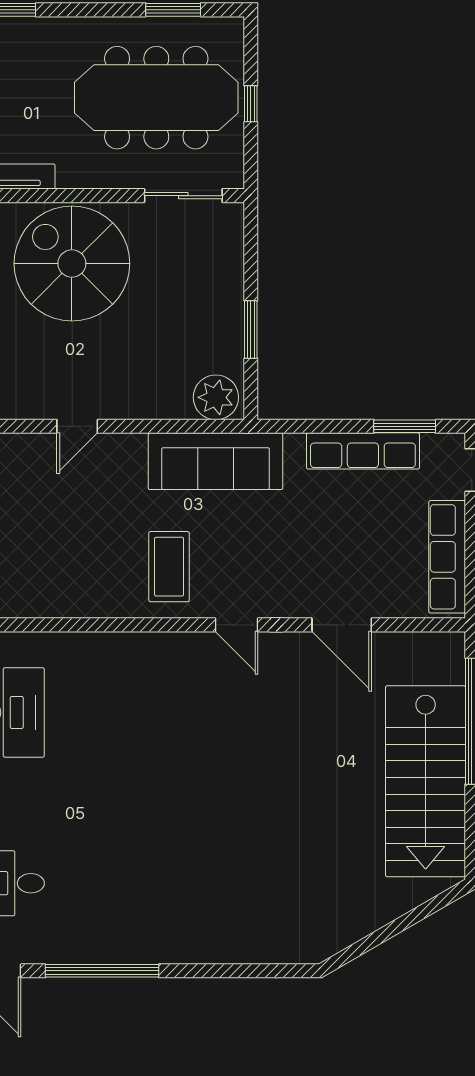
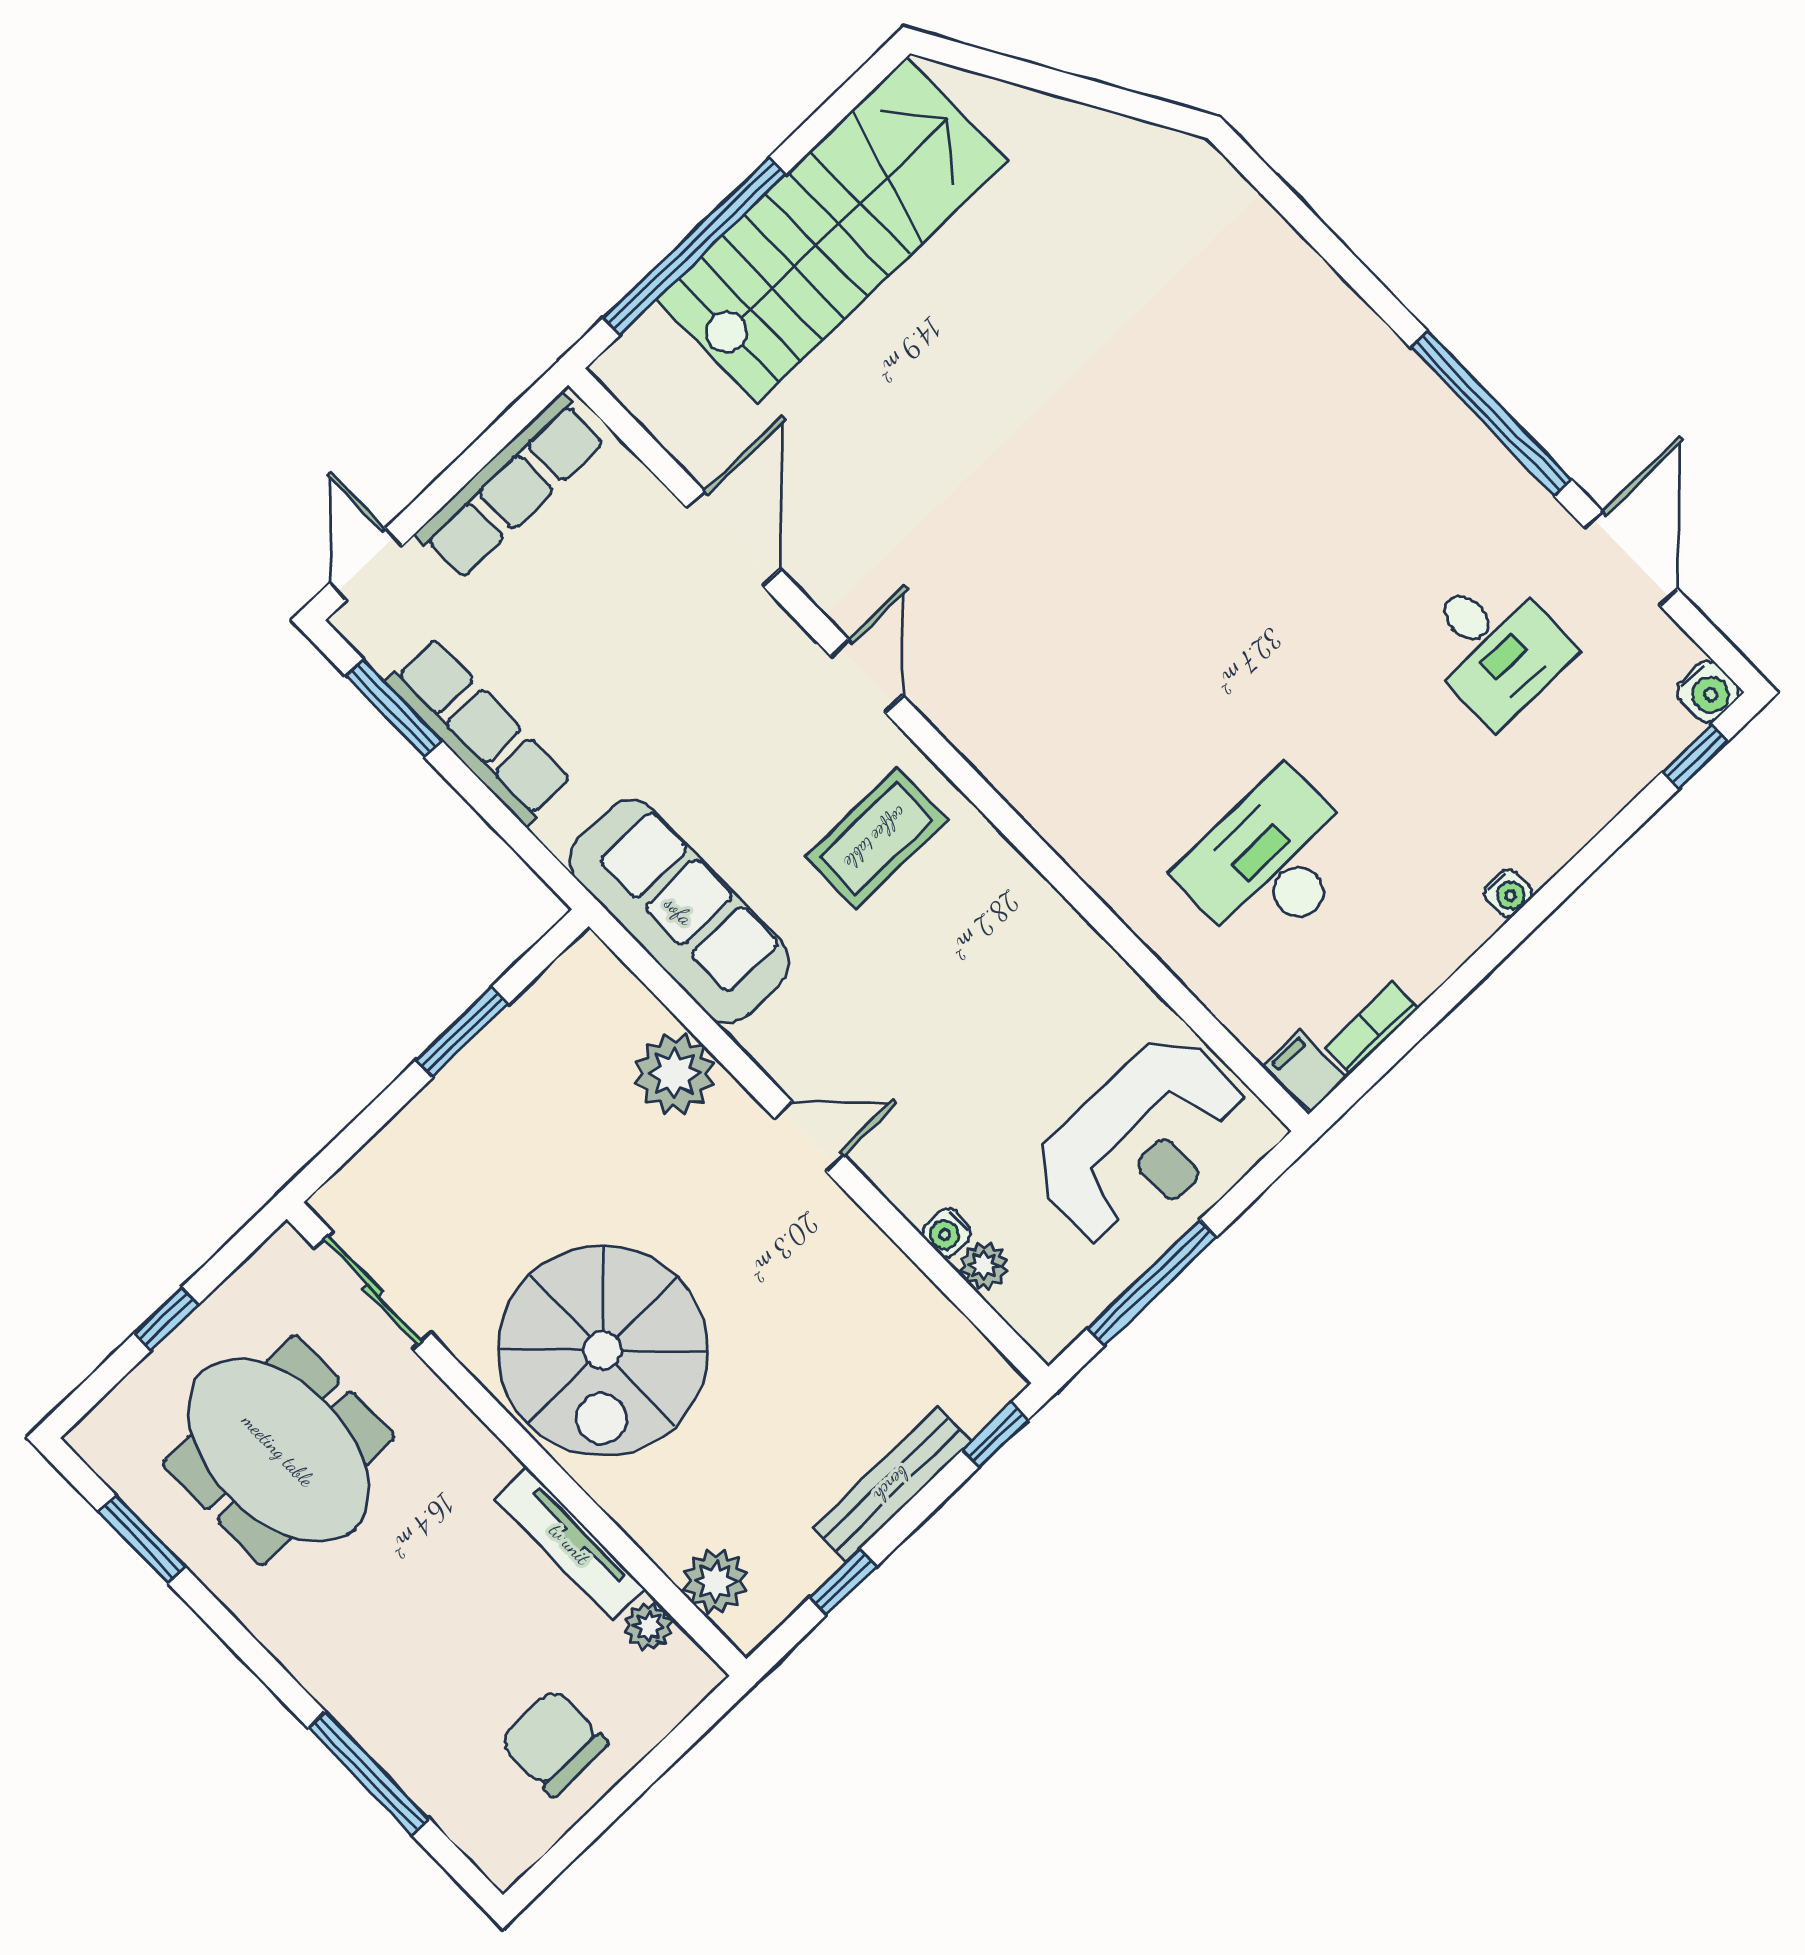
meeting table: (156, 98) -> (278, 1450), width x0.73
plant: (216, 397) -> (675, 1074), moved

